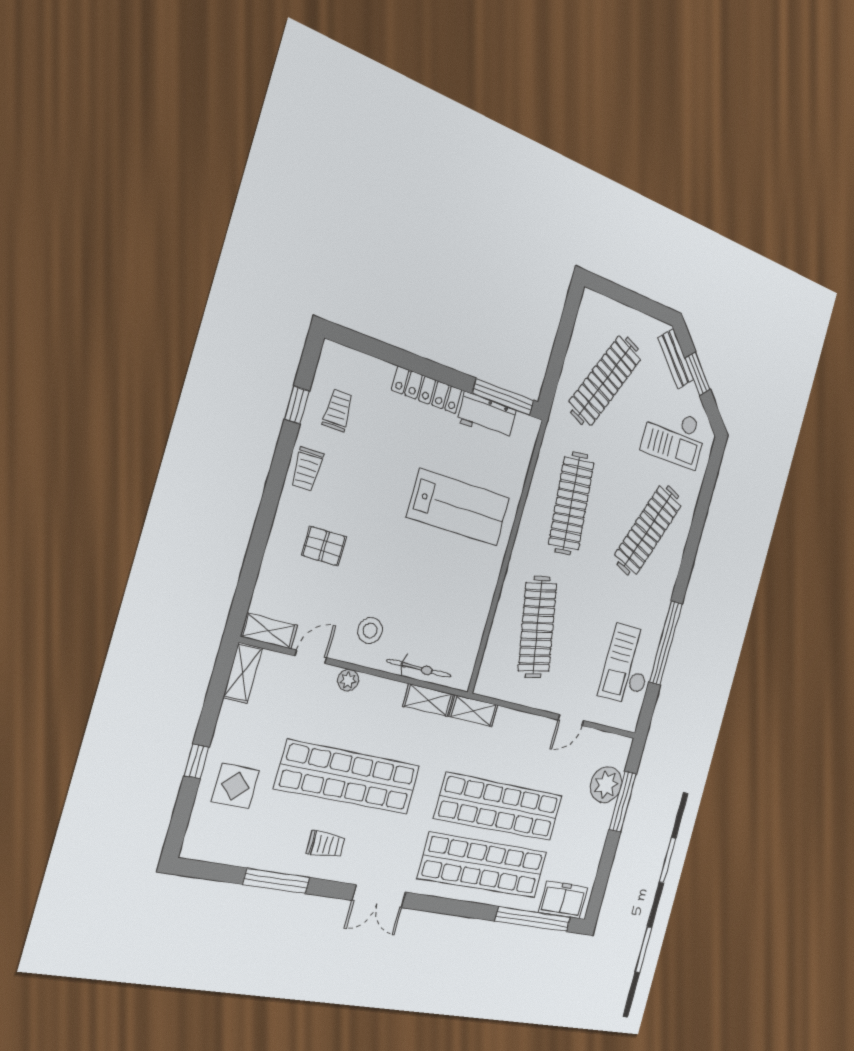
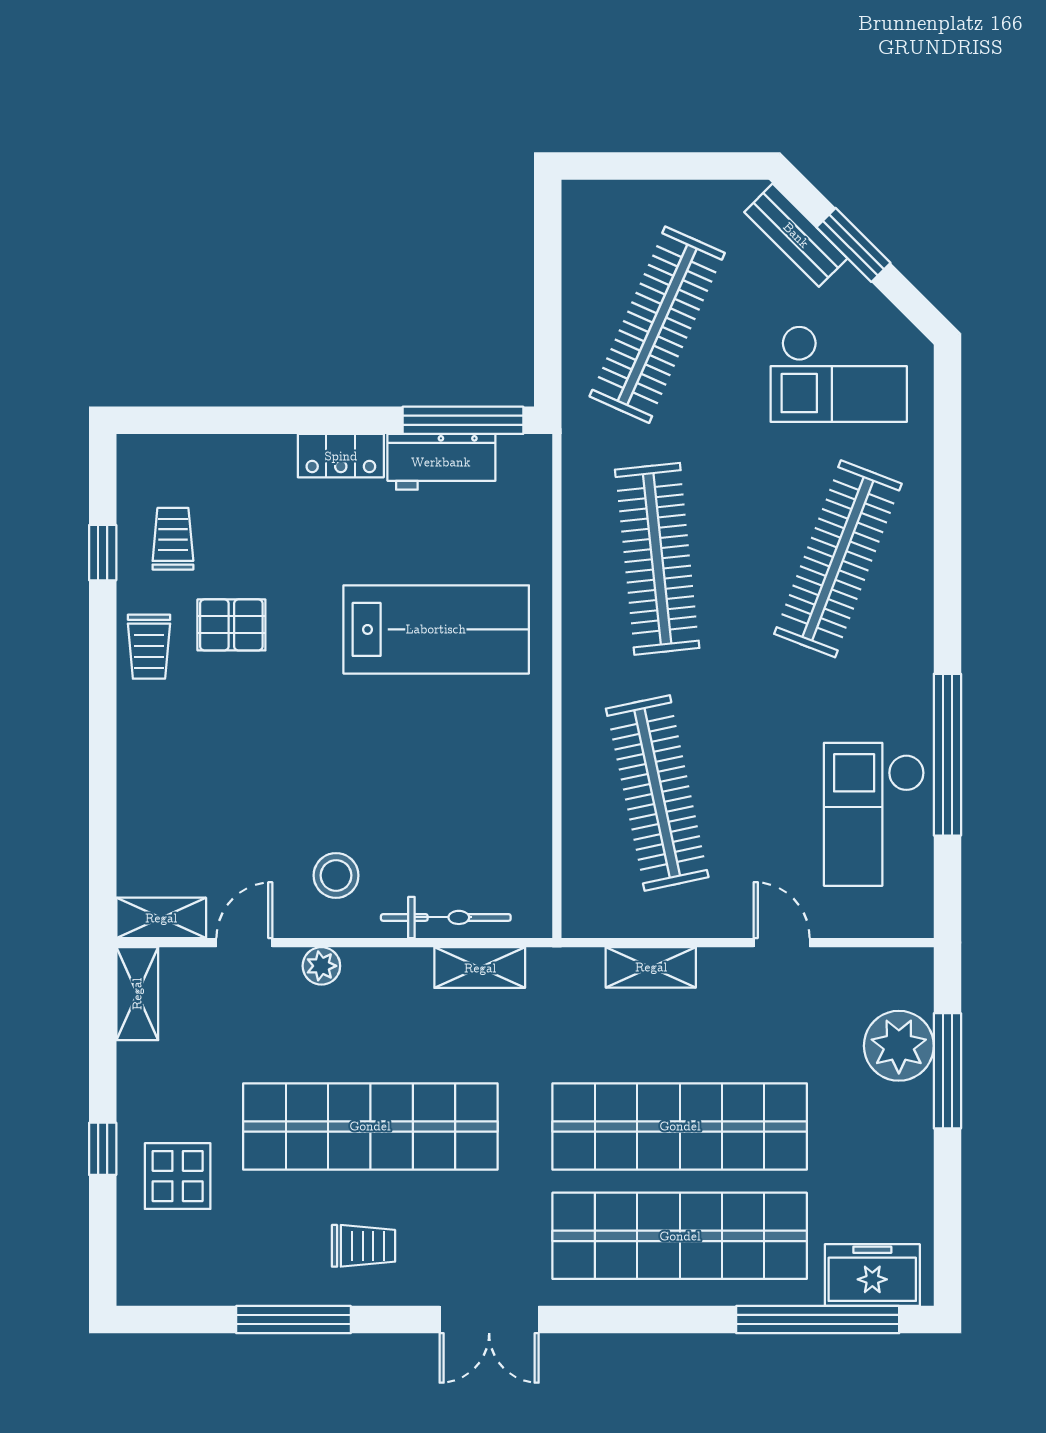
locker: (427, 390) -> (341, 456), width x0.66
pallet: (324, 546) -> (231, 625), moved
shelving: (473, 711) -> (651, 967), moved
door: (571, 720) -> (782, 943), swing flipped

